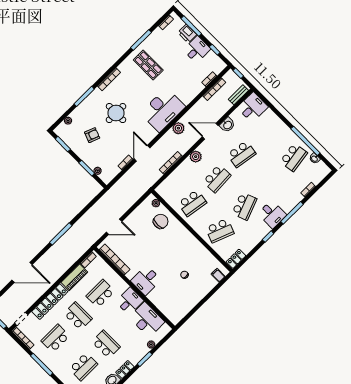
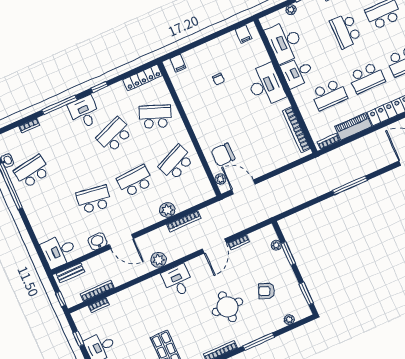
desk: (163, 110) -> (178, 281), width x0.53, depth x0.77
plant: (196, 157) -> (167, 210), moved
school desk: (192, 203) -> (176, 163), turned -33
door: (114, 227) -> (243, 187), moved
locker: (236, 259) -> (143, 78), width x1.53
desk: (146, 280) -> (266, 85), width x1.37
filing cabinet: (179, 314) -> (243, 34), added
school desk: (78, 316) -> (367, 78), turned -90

